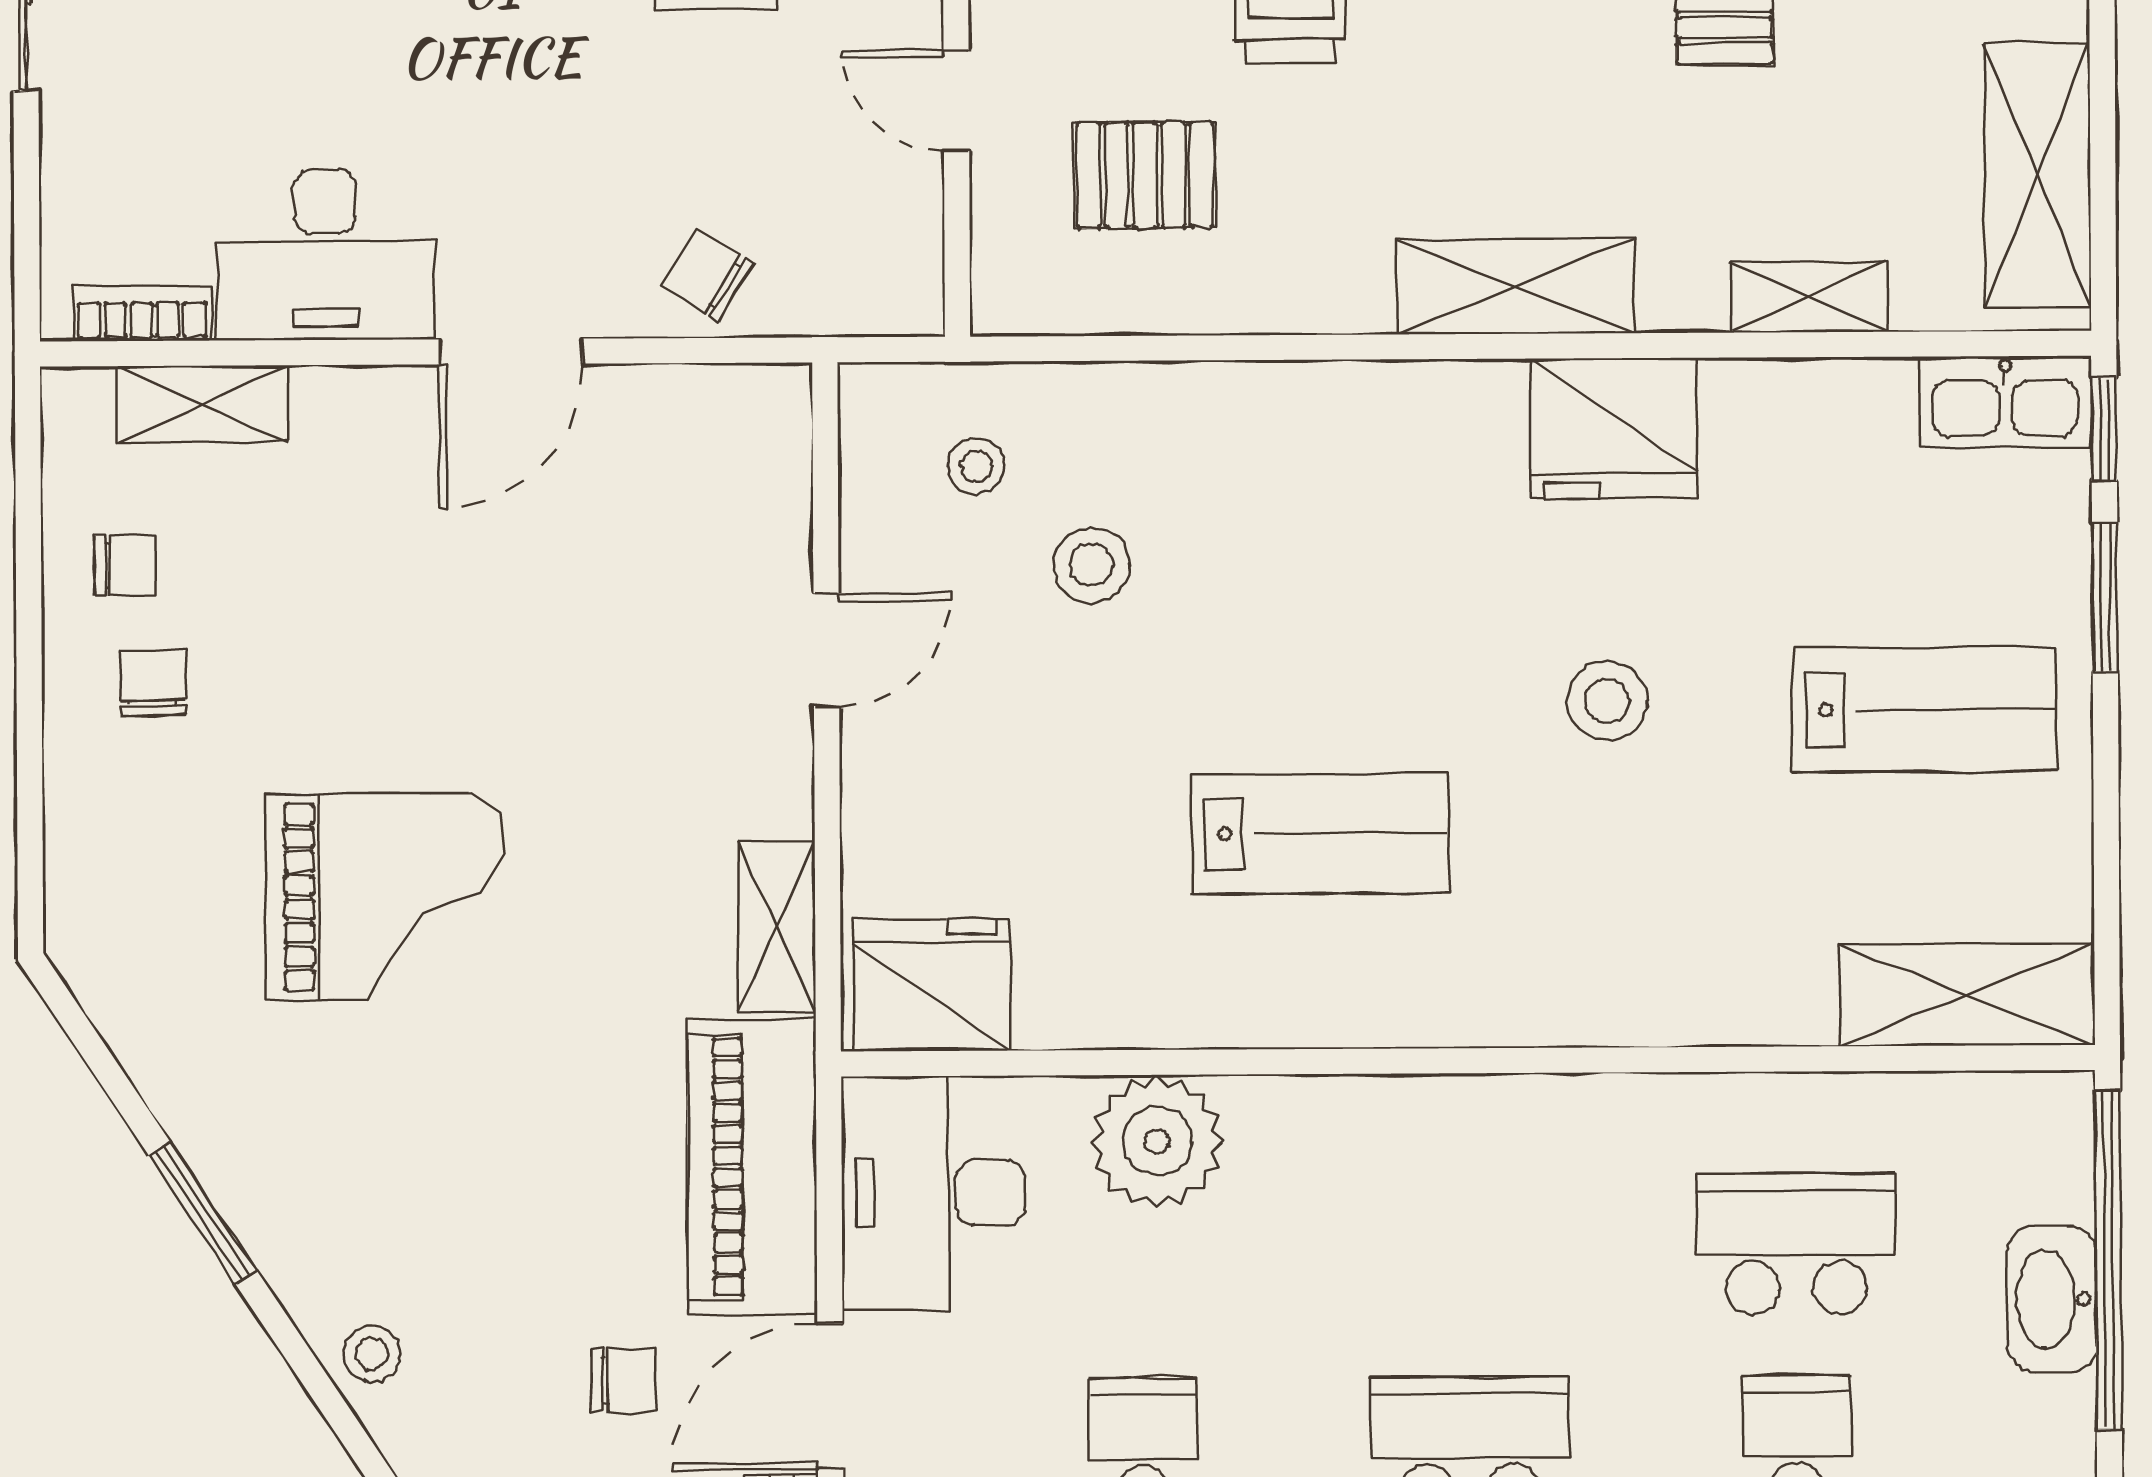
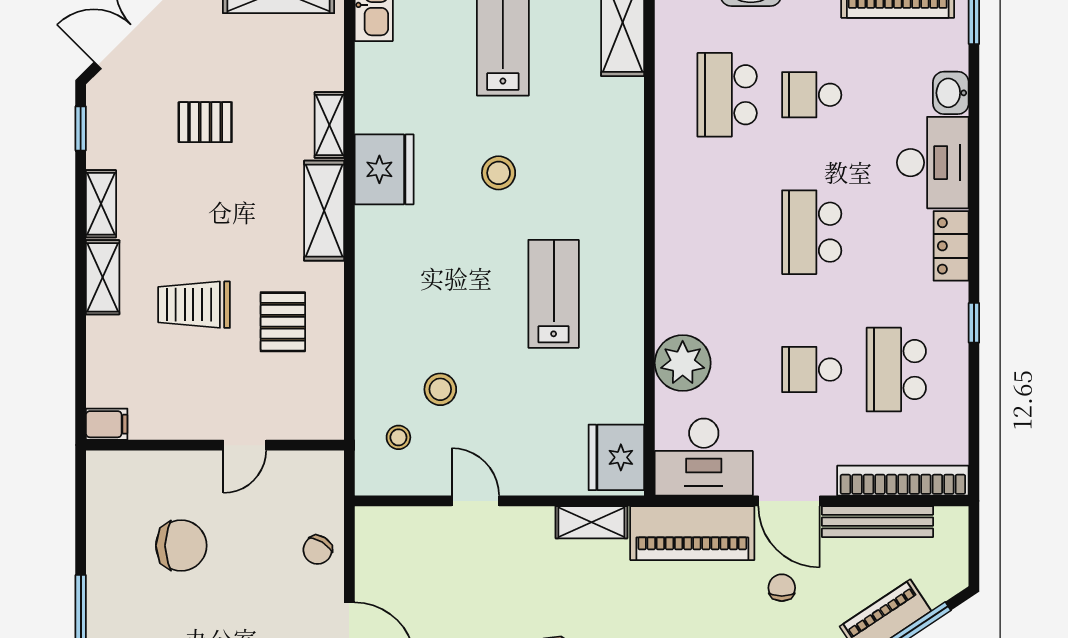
pallet: (1145, 175) -> (283, 322), moved
shelving: (1810, 297) -> (329, 125), moved

